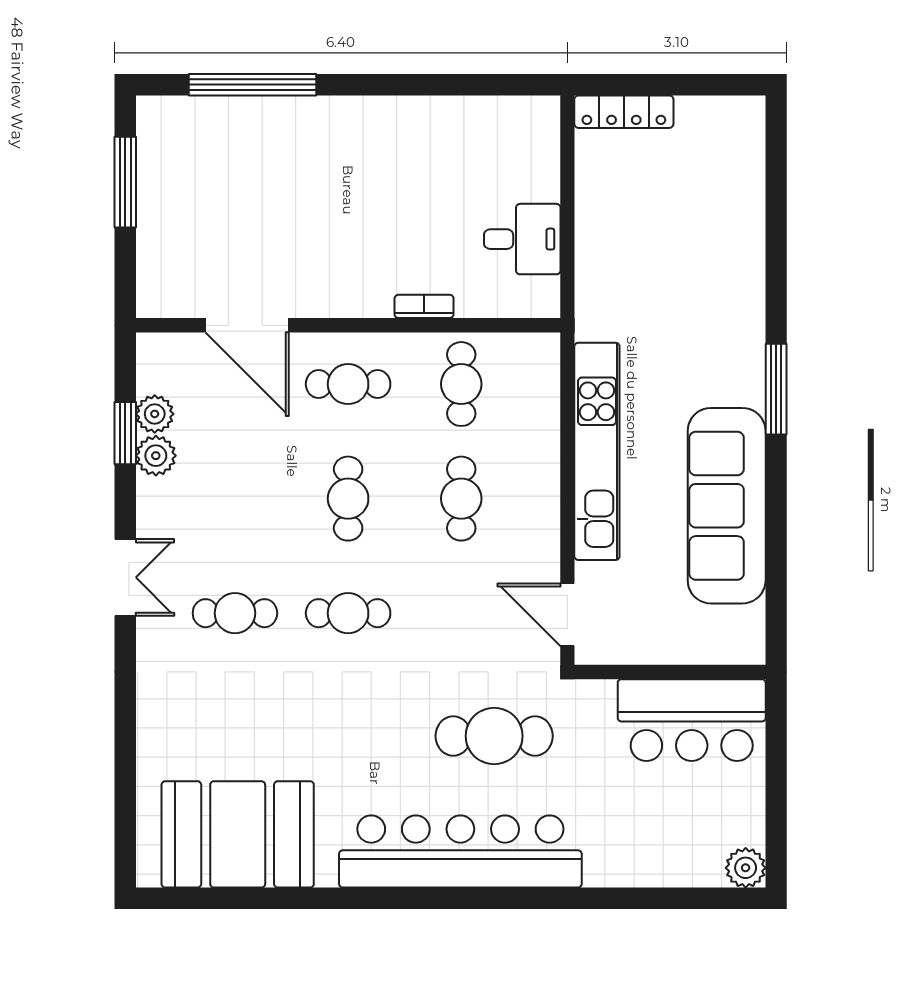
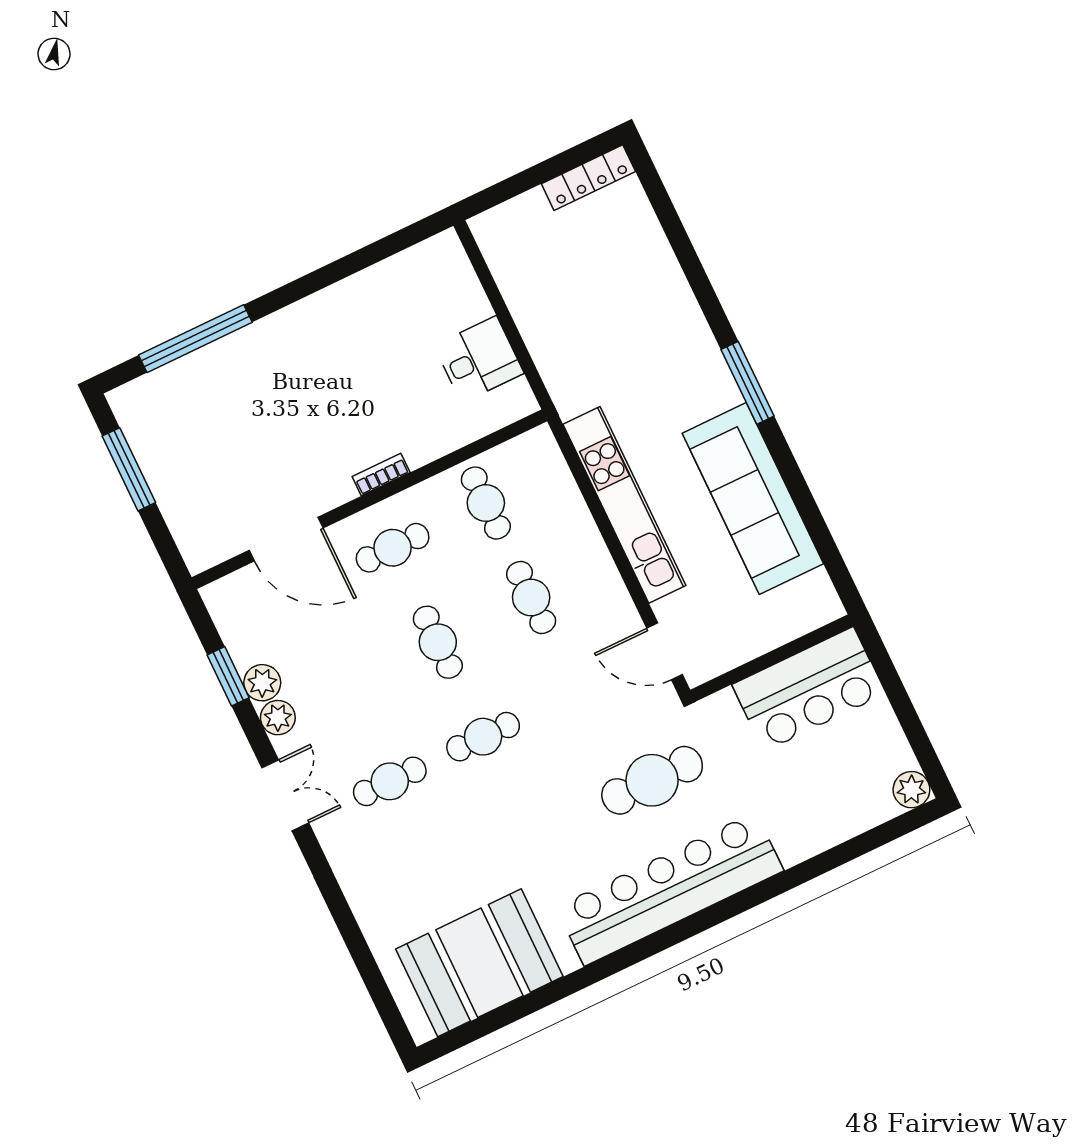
locker: (624, 112) -> (588, 178), moved
bookcase: (424, 306) -> (381, 474), moved
plant: (155, 414) -> (278, 718), moved

